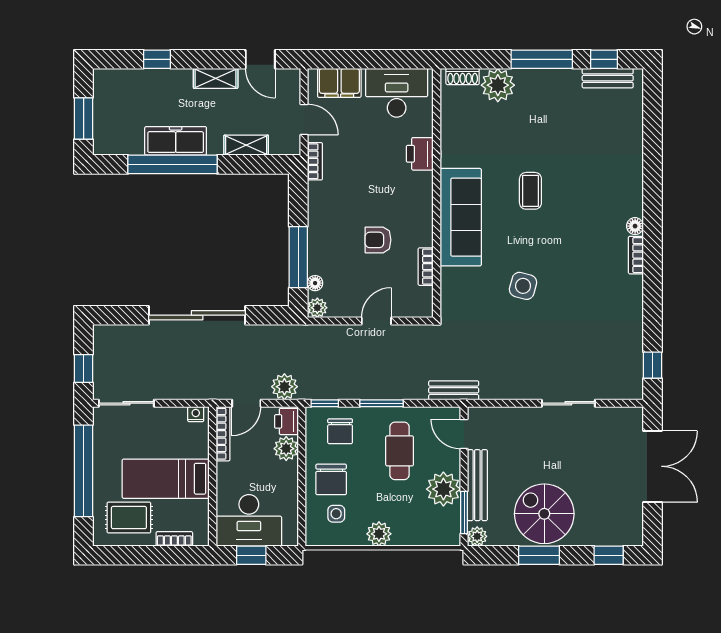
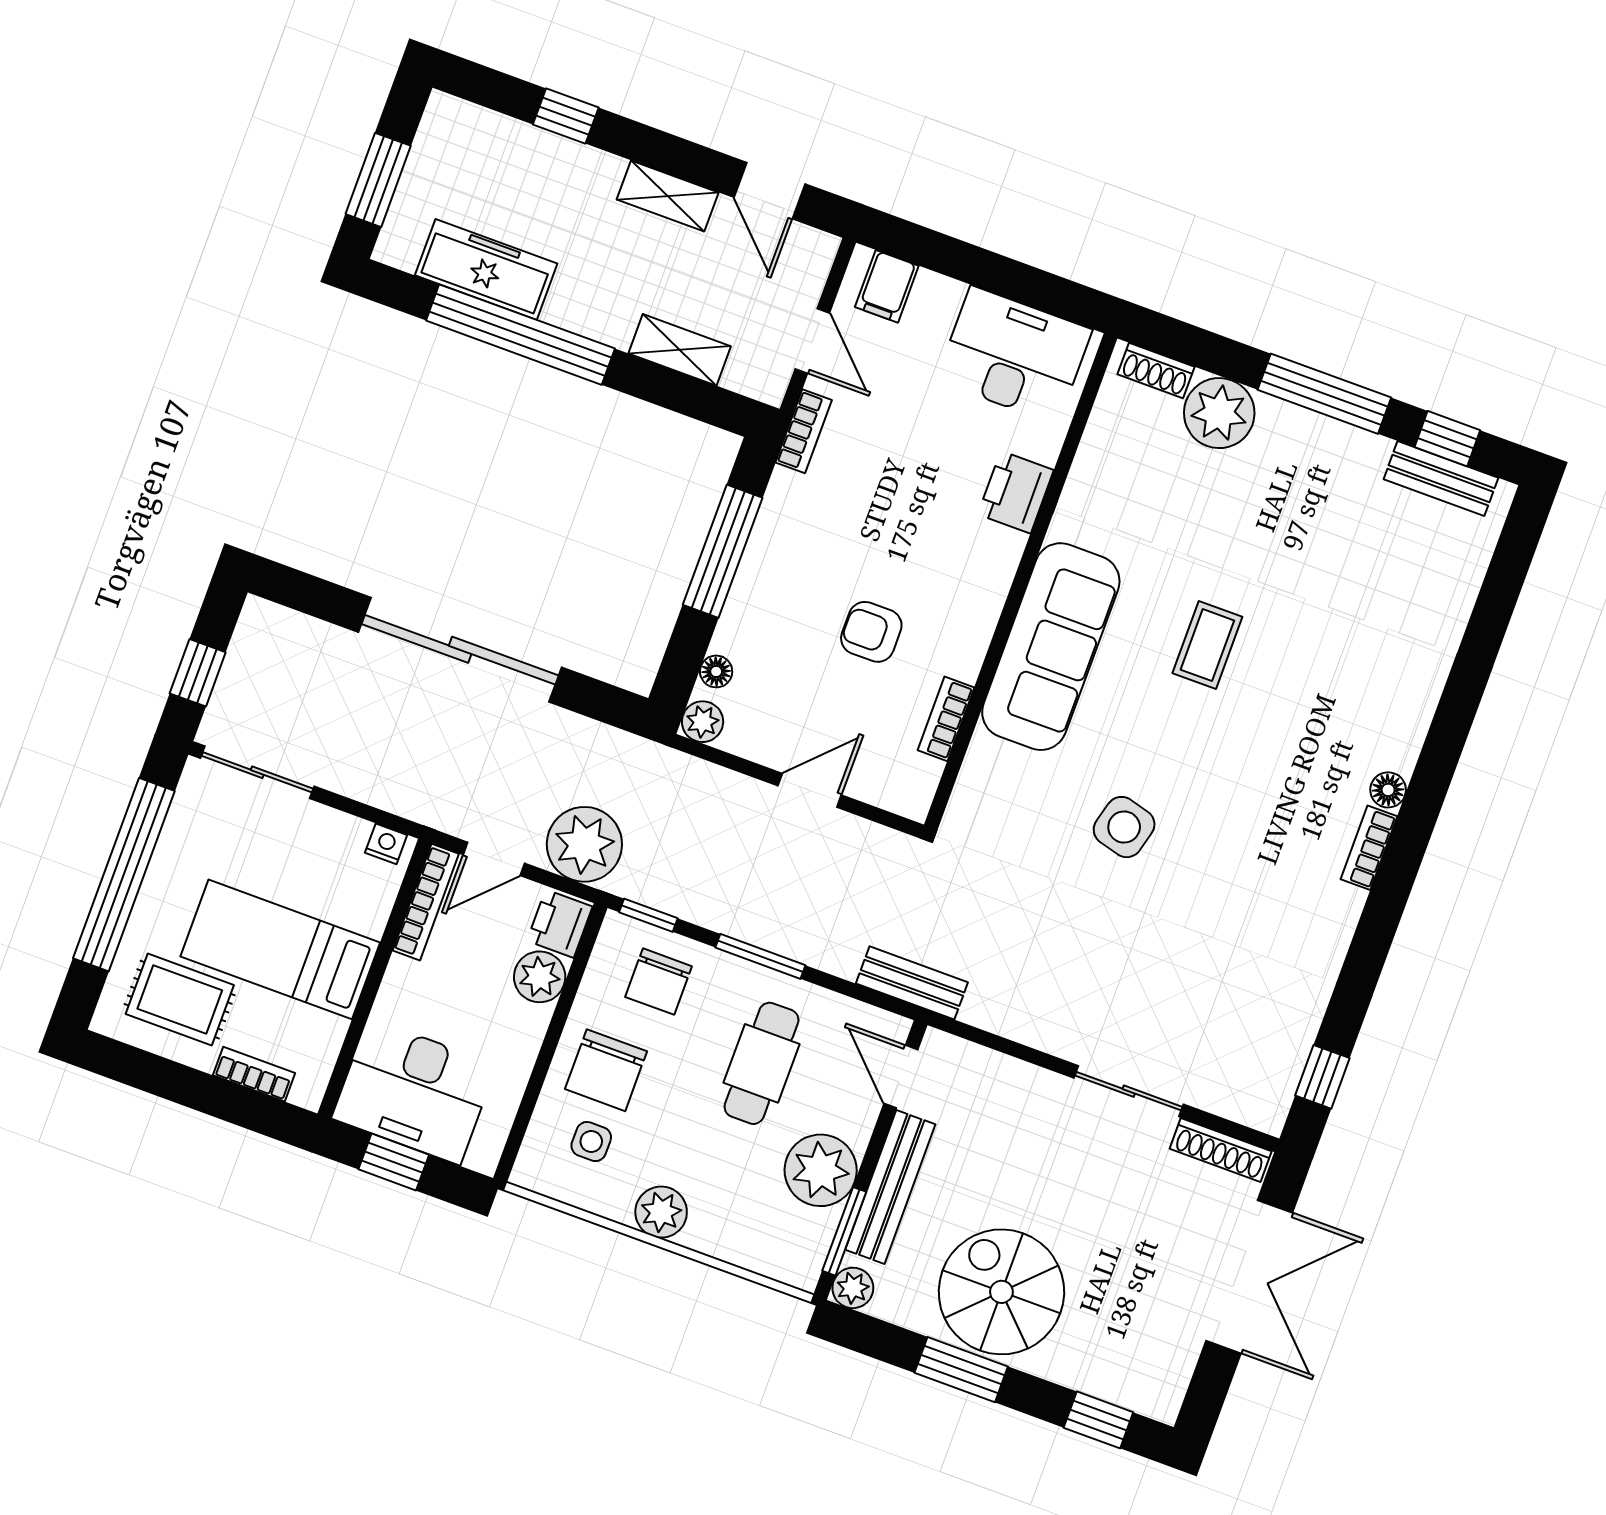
filing cabinet: (339, 83) -> (887, 286), width x0.50
freezer: (176, 141) -> (486, 269), moved
window: (298, 257) -> (723, 551), moved
plant: (284, 387) -> (584, 844), width x1.36, depth x1.36
shoe rack: (619, 414) -> (1221, 1150), added

